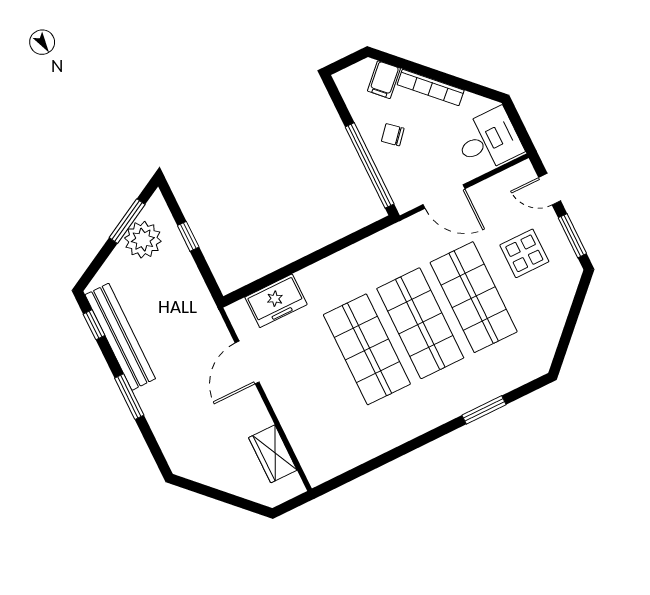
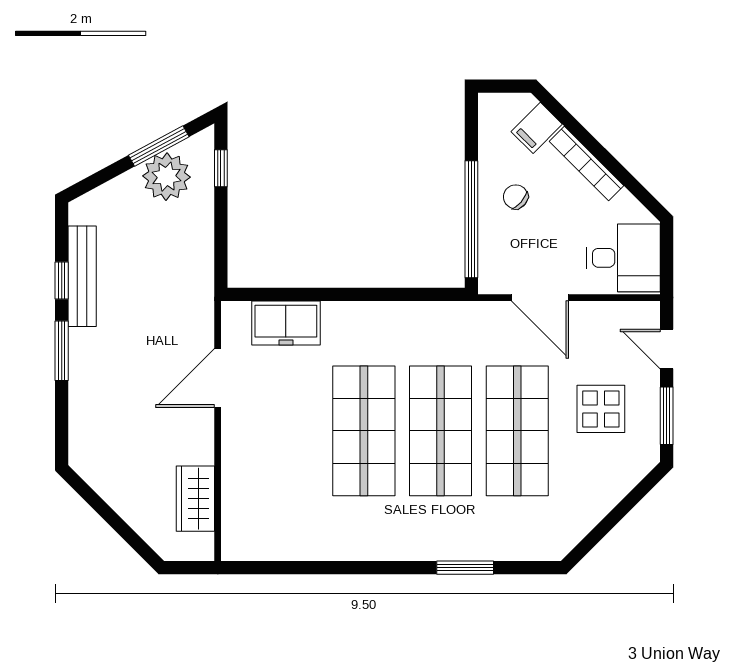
window: (188, 236) -> (221, 168), moved
window: (94, 325) -> (62, 280), moved
bench: (120, 337) -> (82, 276), width x0.73, depth x0.82

